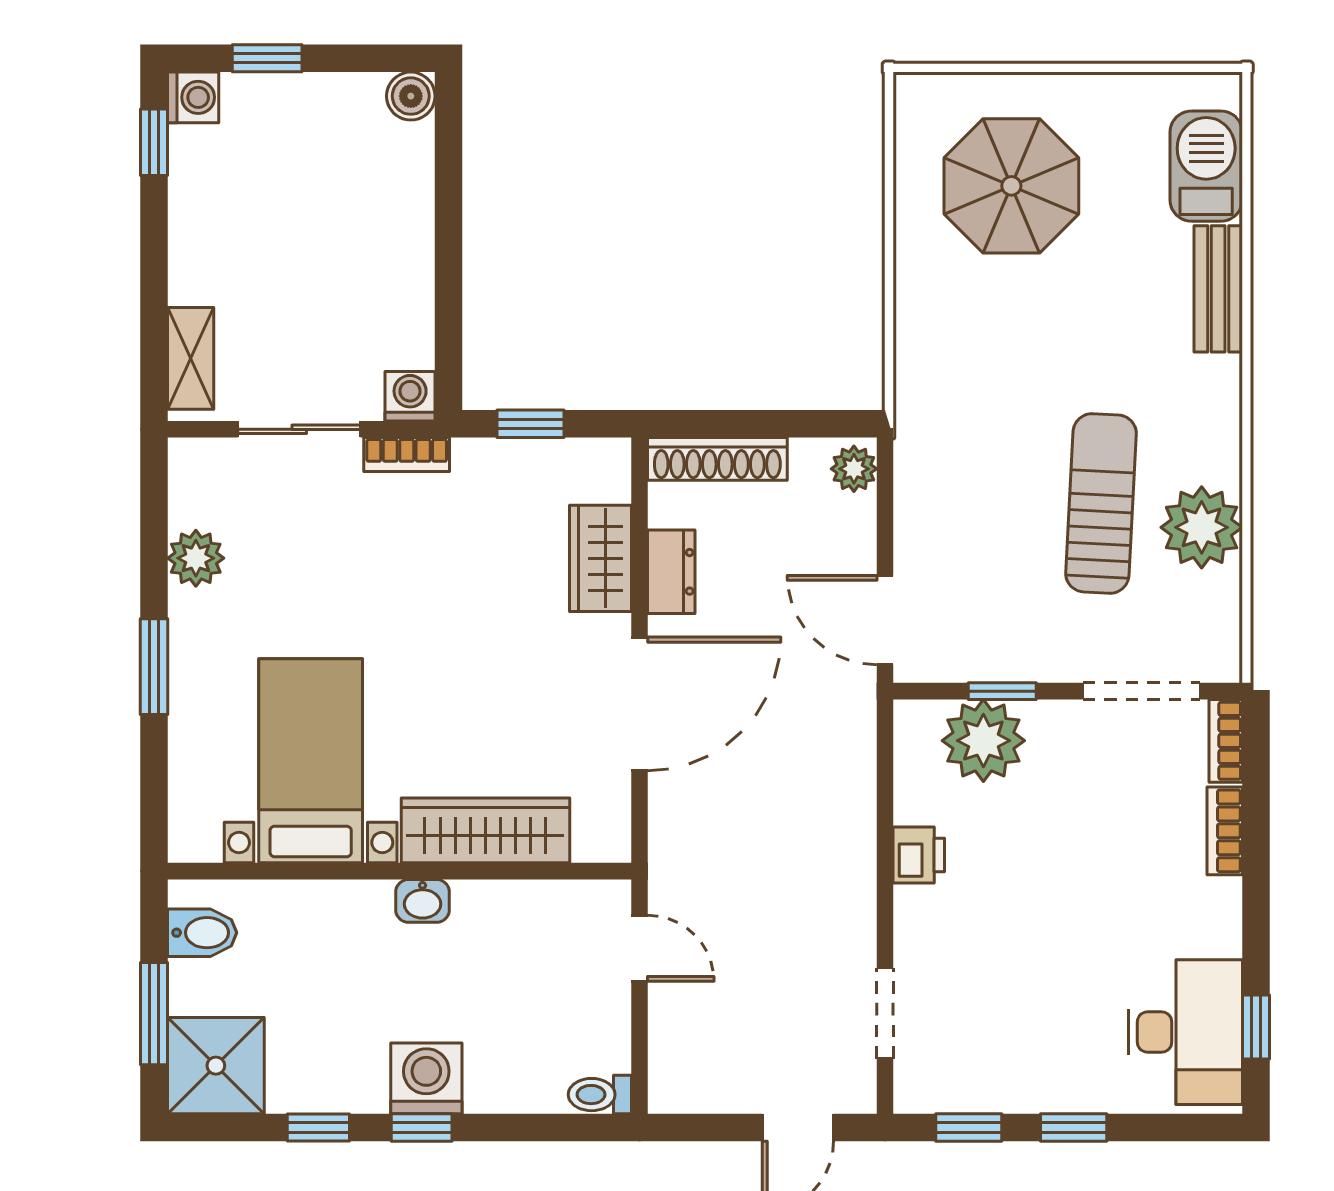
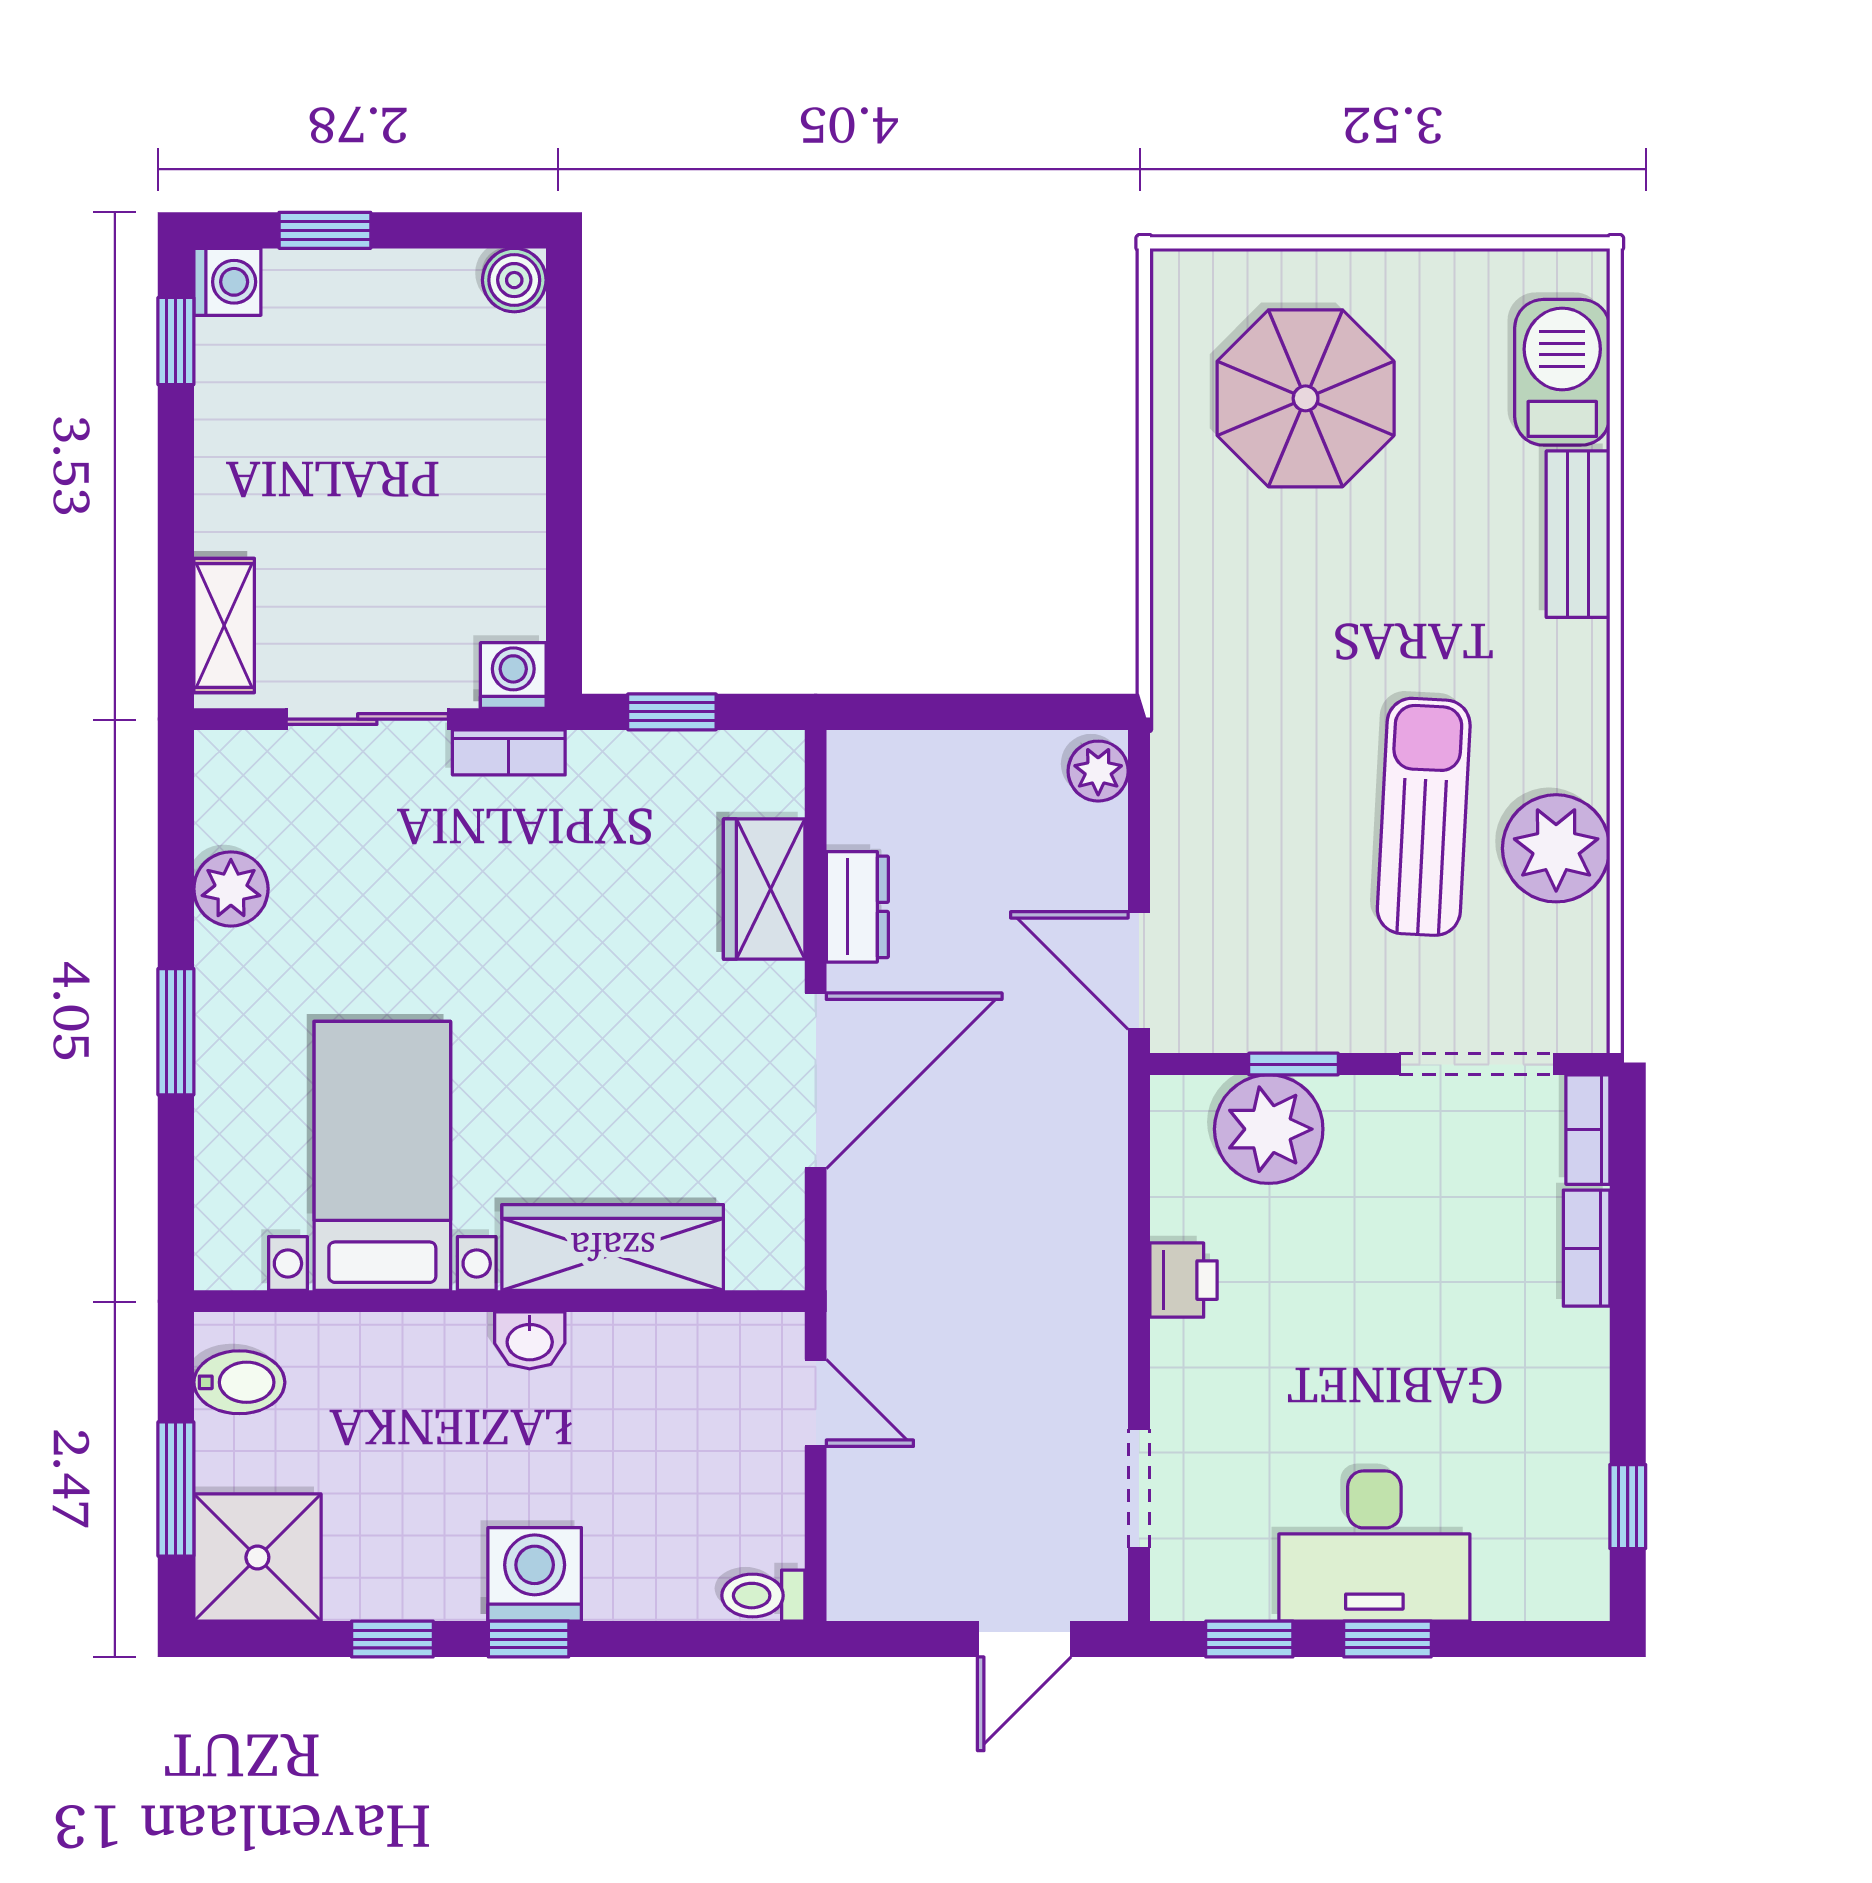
shoe rack: (717, 459) -> (918, 758), removed
desk: (1185, 1032) -> (1374, 1546), moved, turned 90

